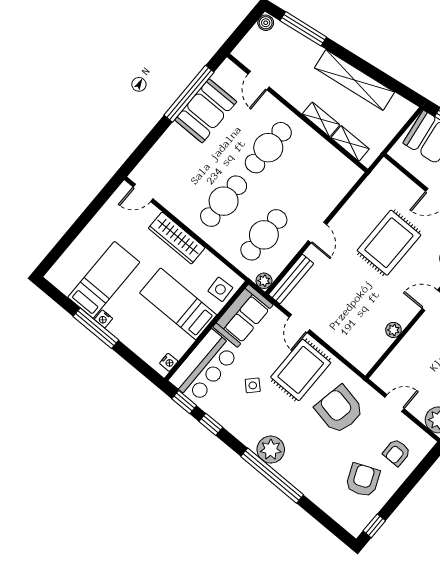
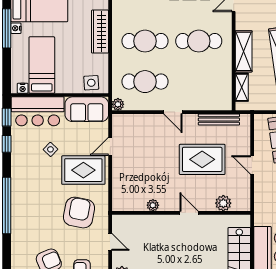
shelving: (321, 119) -> (244, 51), width x1.50, depth x1.33
door: (317, 233) -> (173, 112), hinge flipped
bench: (291, 279) -> (219, 119), moved
bed: (178, 304) -> (42, 65), moved
plant: (271, 450) -> (21, 192), removed

